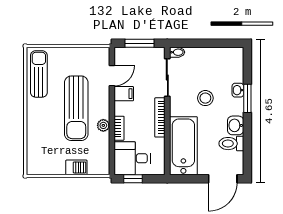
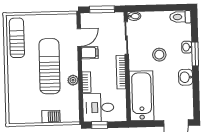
sun lounger: (76, 108) -> (49, 66), turned 180
toilet: (231, 144) -> (180, 17), moved

